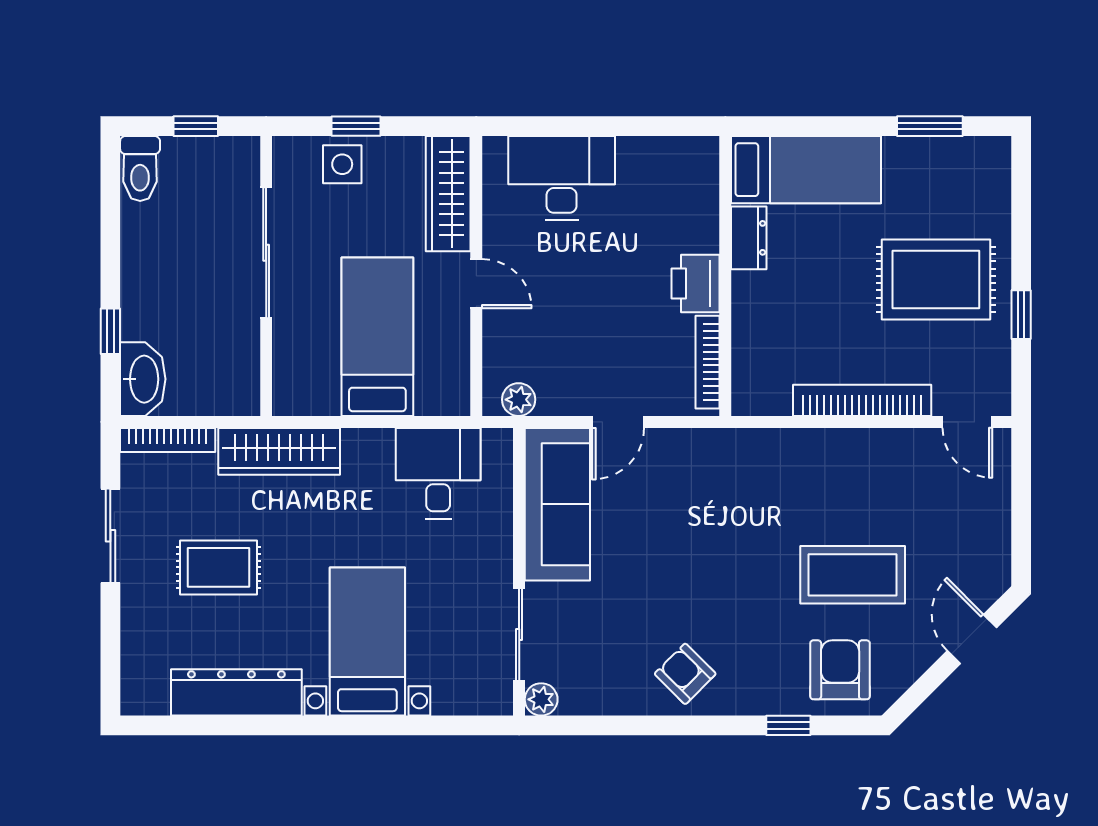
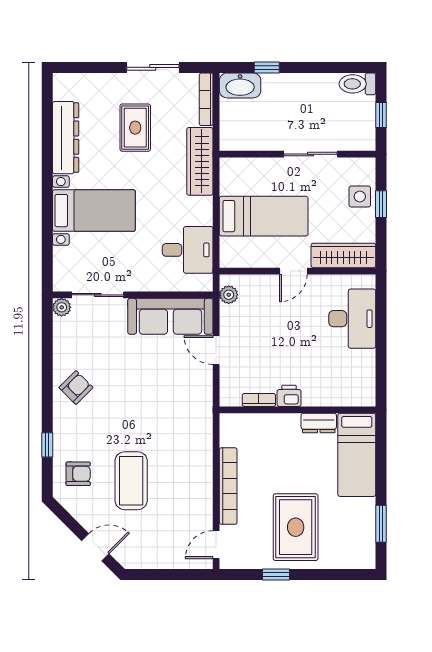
sliding door: (266, 253) -> (310, 154), width x0.73
printer: (696, 283) -> (289, 396), width x0.73, depth x0.81
bookcase: (708, 362) -> (259, 400), width x0.64
armchair: (840, 670) -> (78, 474), width x0.72, depth x0.72

